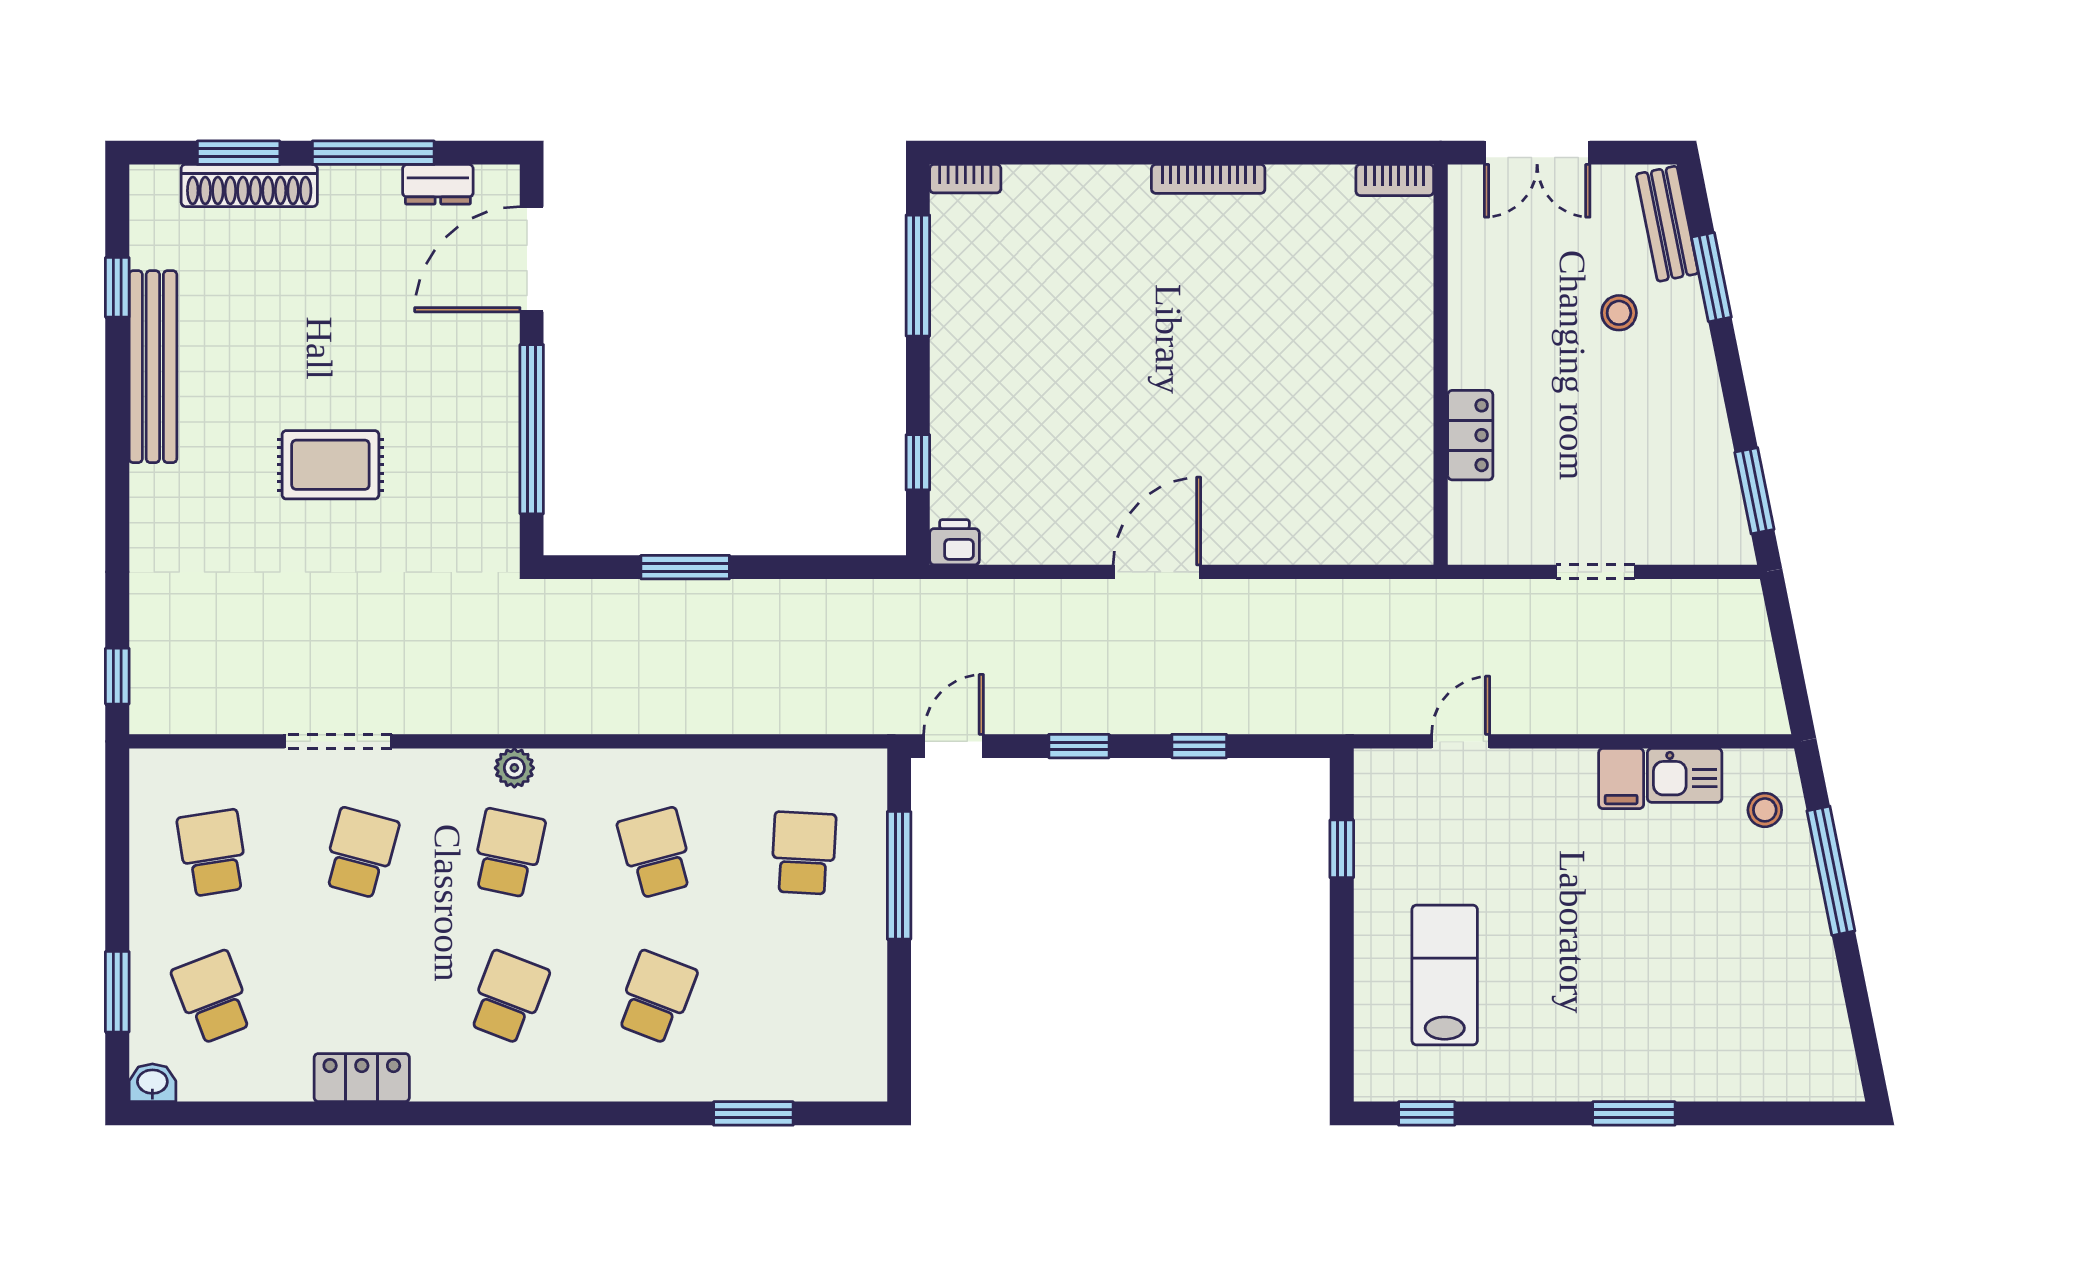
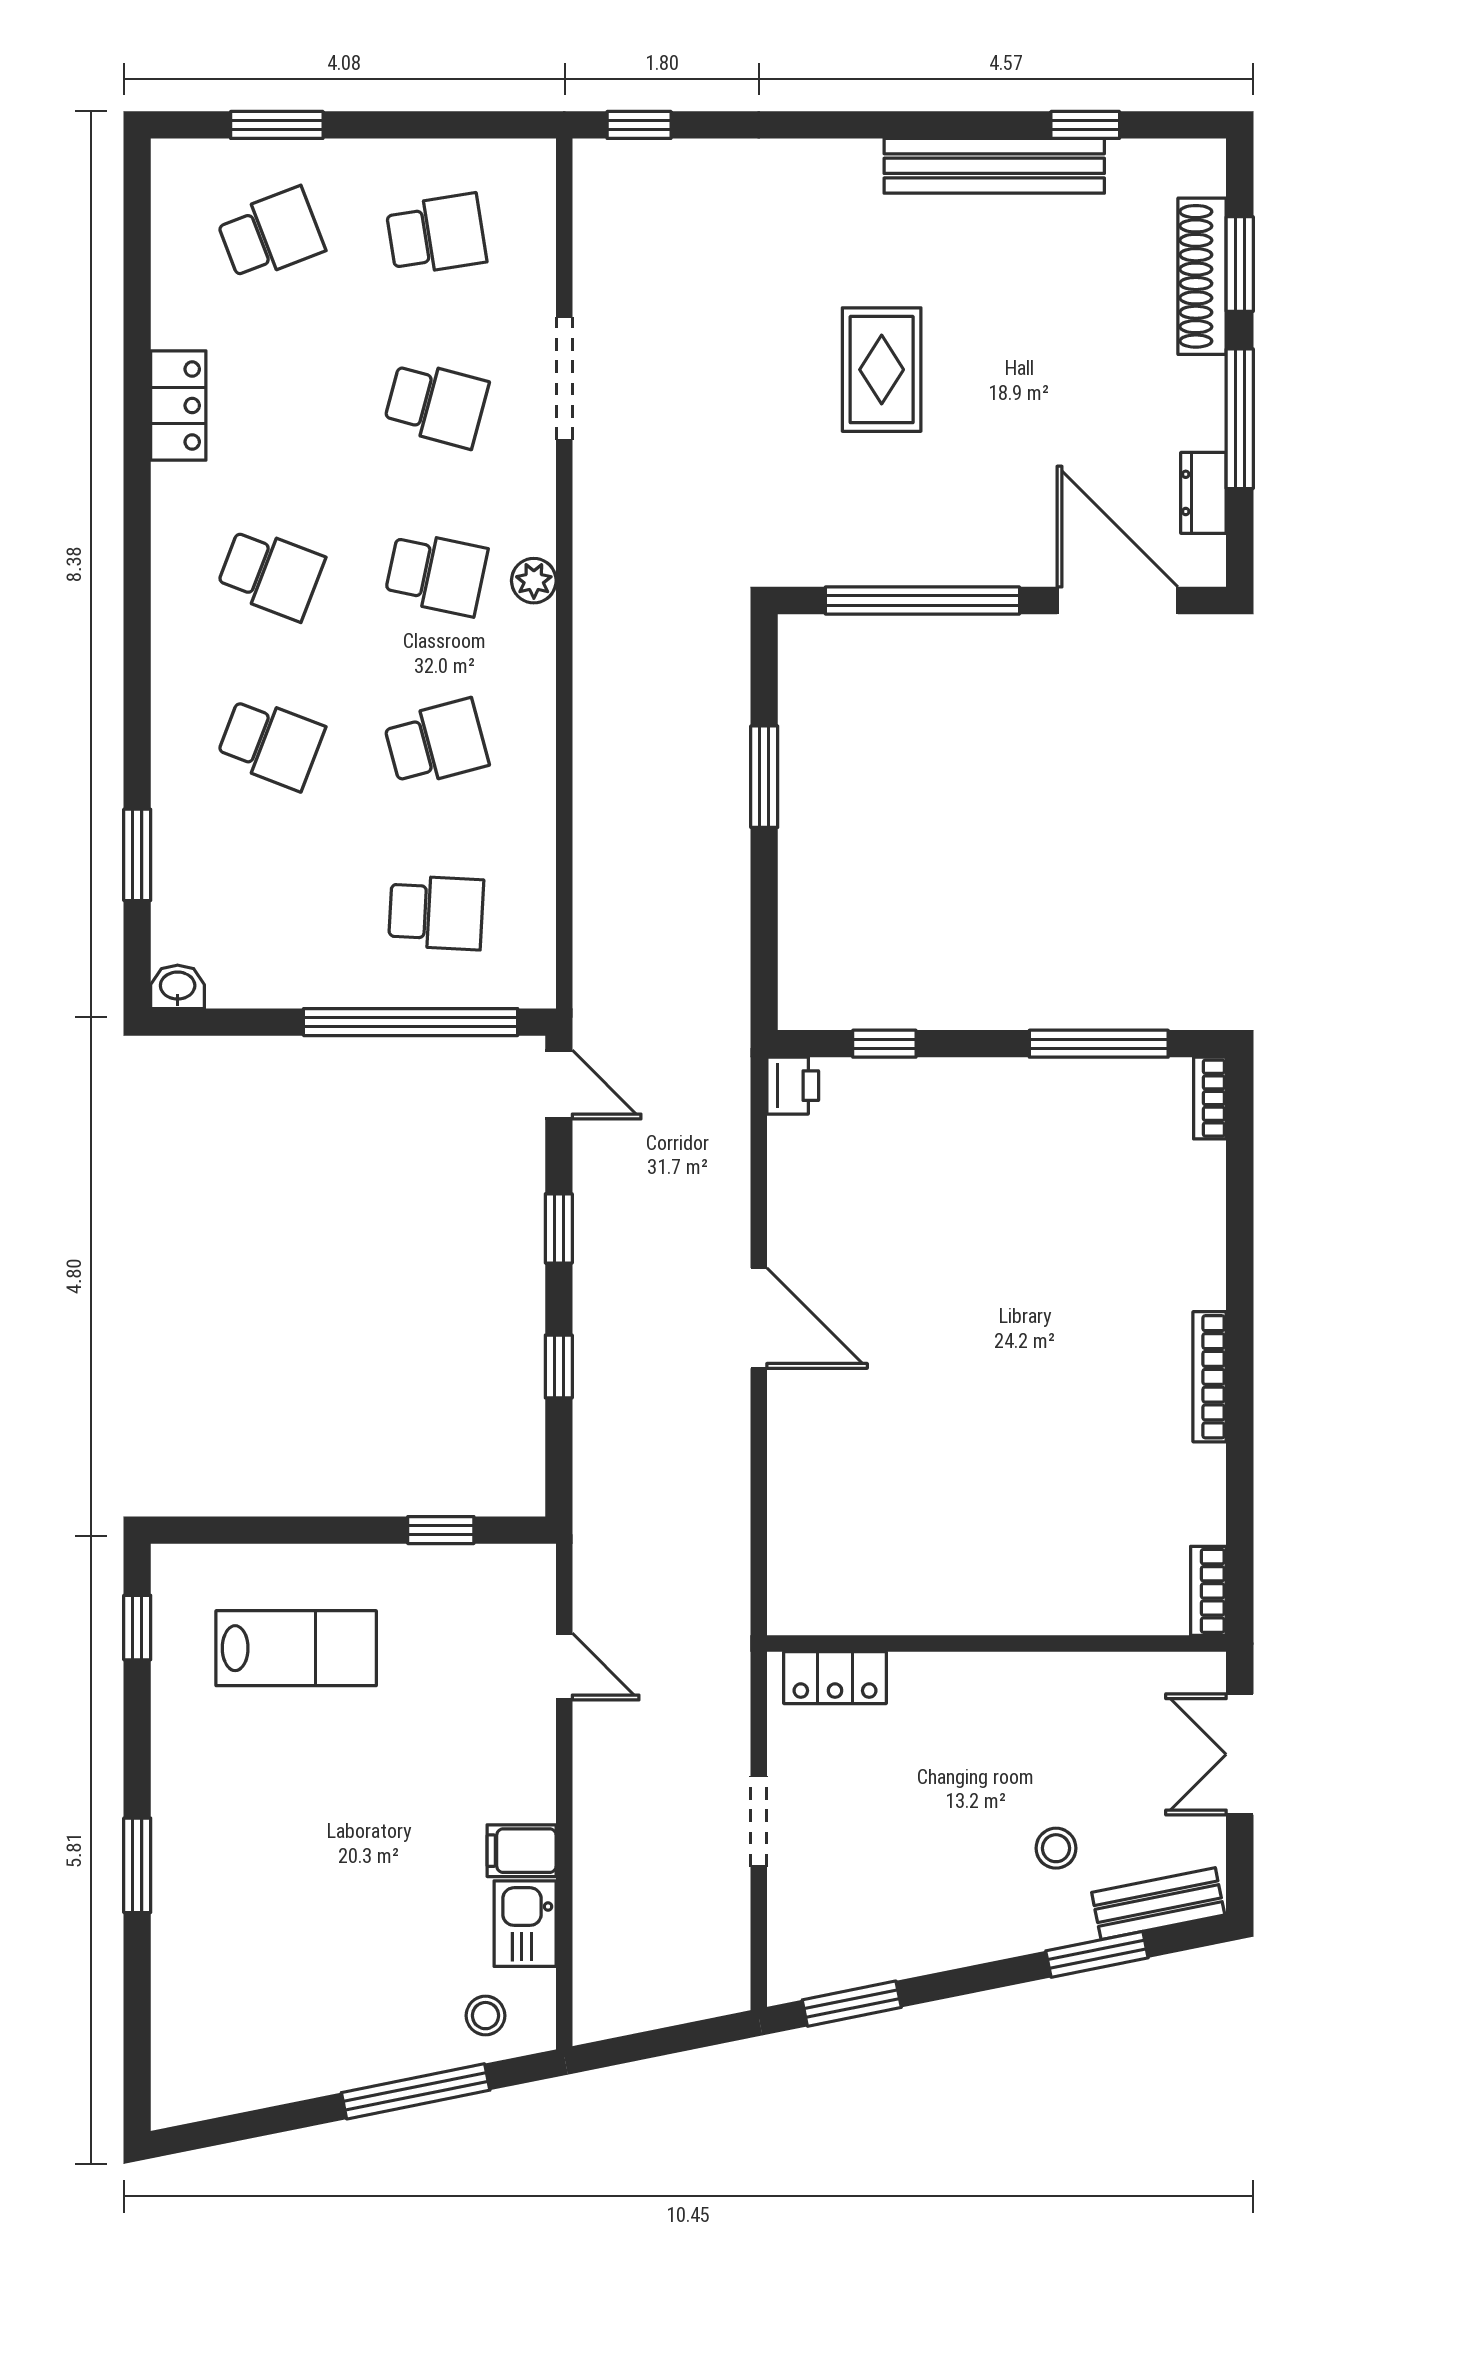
locker: (1470, 435) -> (835, 1678), moved
window: (899, 875) -> (411, 1022), width x1.46
washbasin: (152, 1083) -> (178, 987), moved, turned -90

